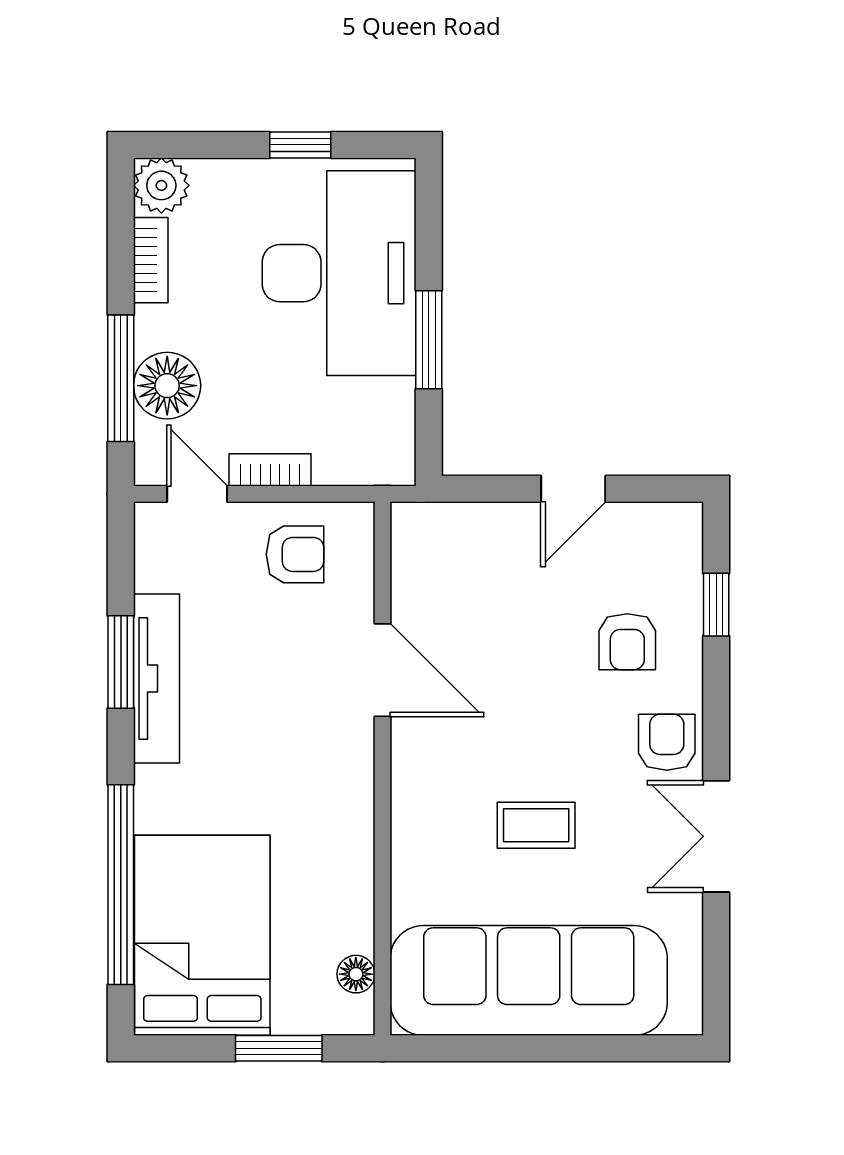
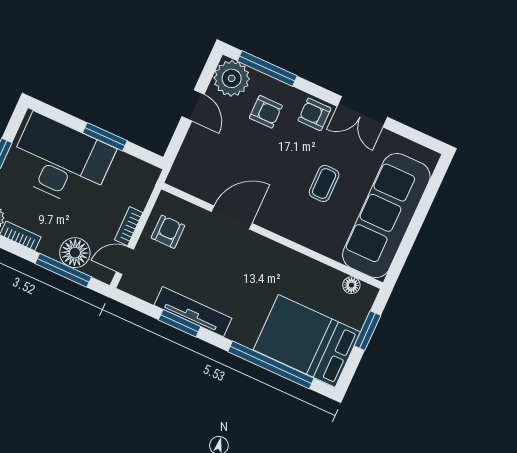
plant: (663, 542) -> (232, 78), added
window: (716, 605) -> (267, 68), width x2.17

